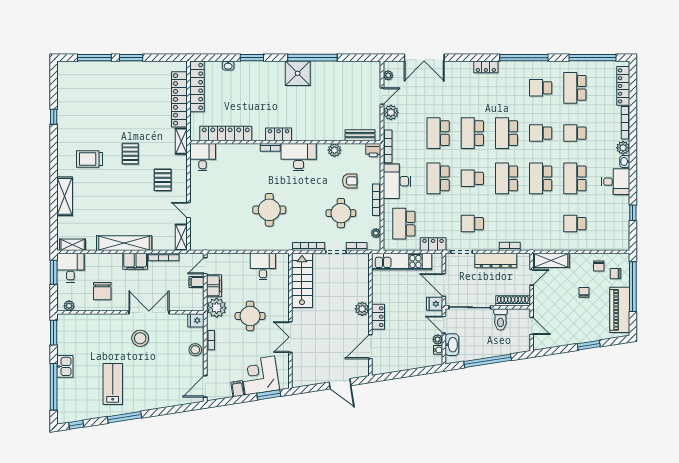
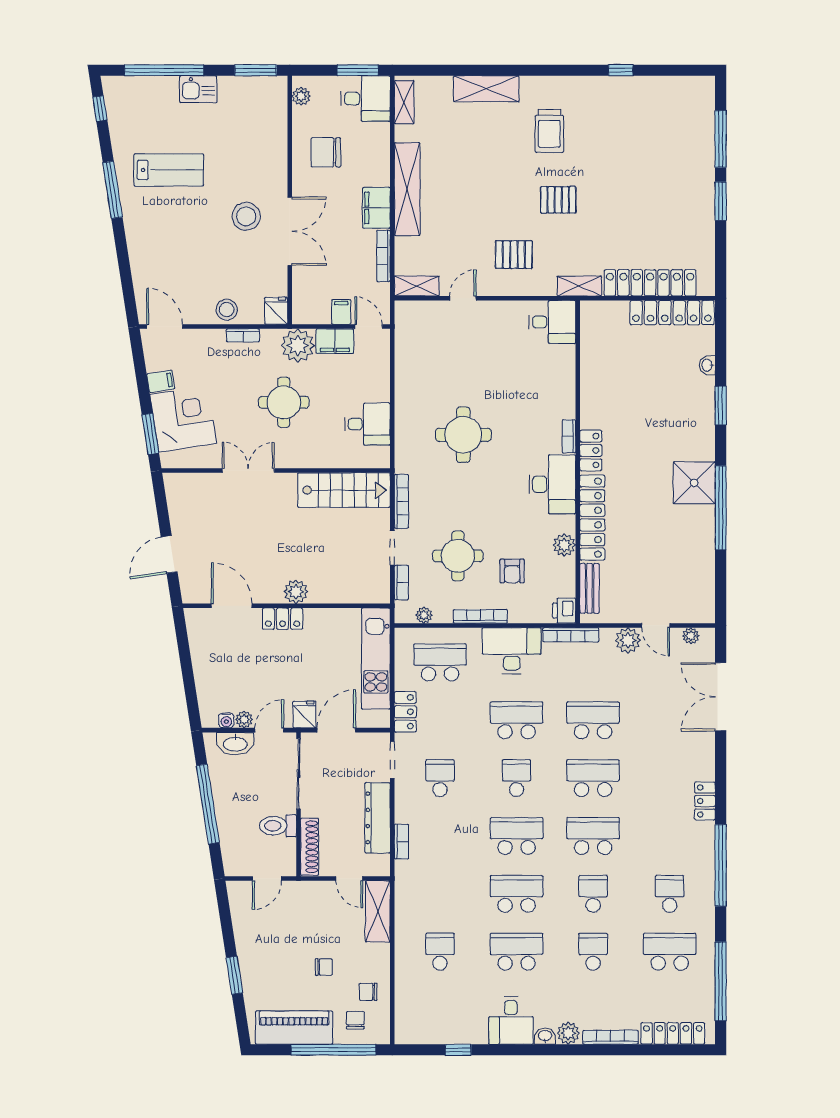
locker: (226, 134) -> (592, 518), moved
trolley: (89, 159) -> (549, 131), turned 180

